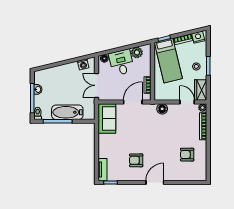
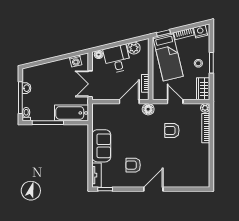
door: (187, 102) -> (175, 102), moved
floor lamp: (162, 109) -> (148, 109), moved
bathtub: (67, 112) -> (71, 113), moved
sofa: (107, 119) -> (101, 146), moved
armchair: (187, 155) -> (172, 130), moved

